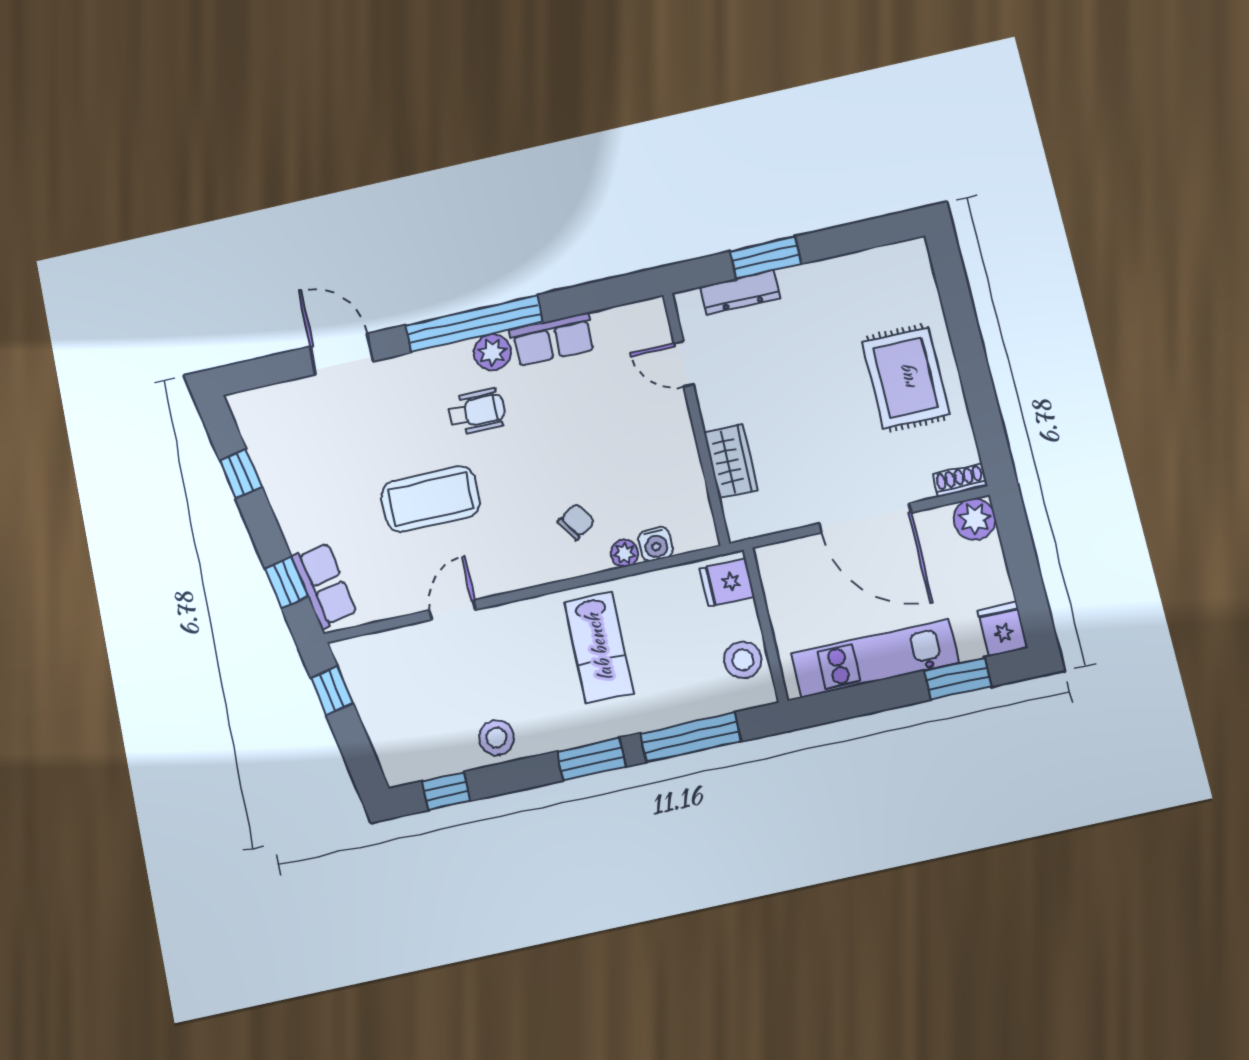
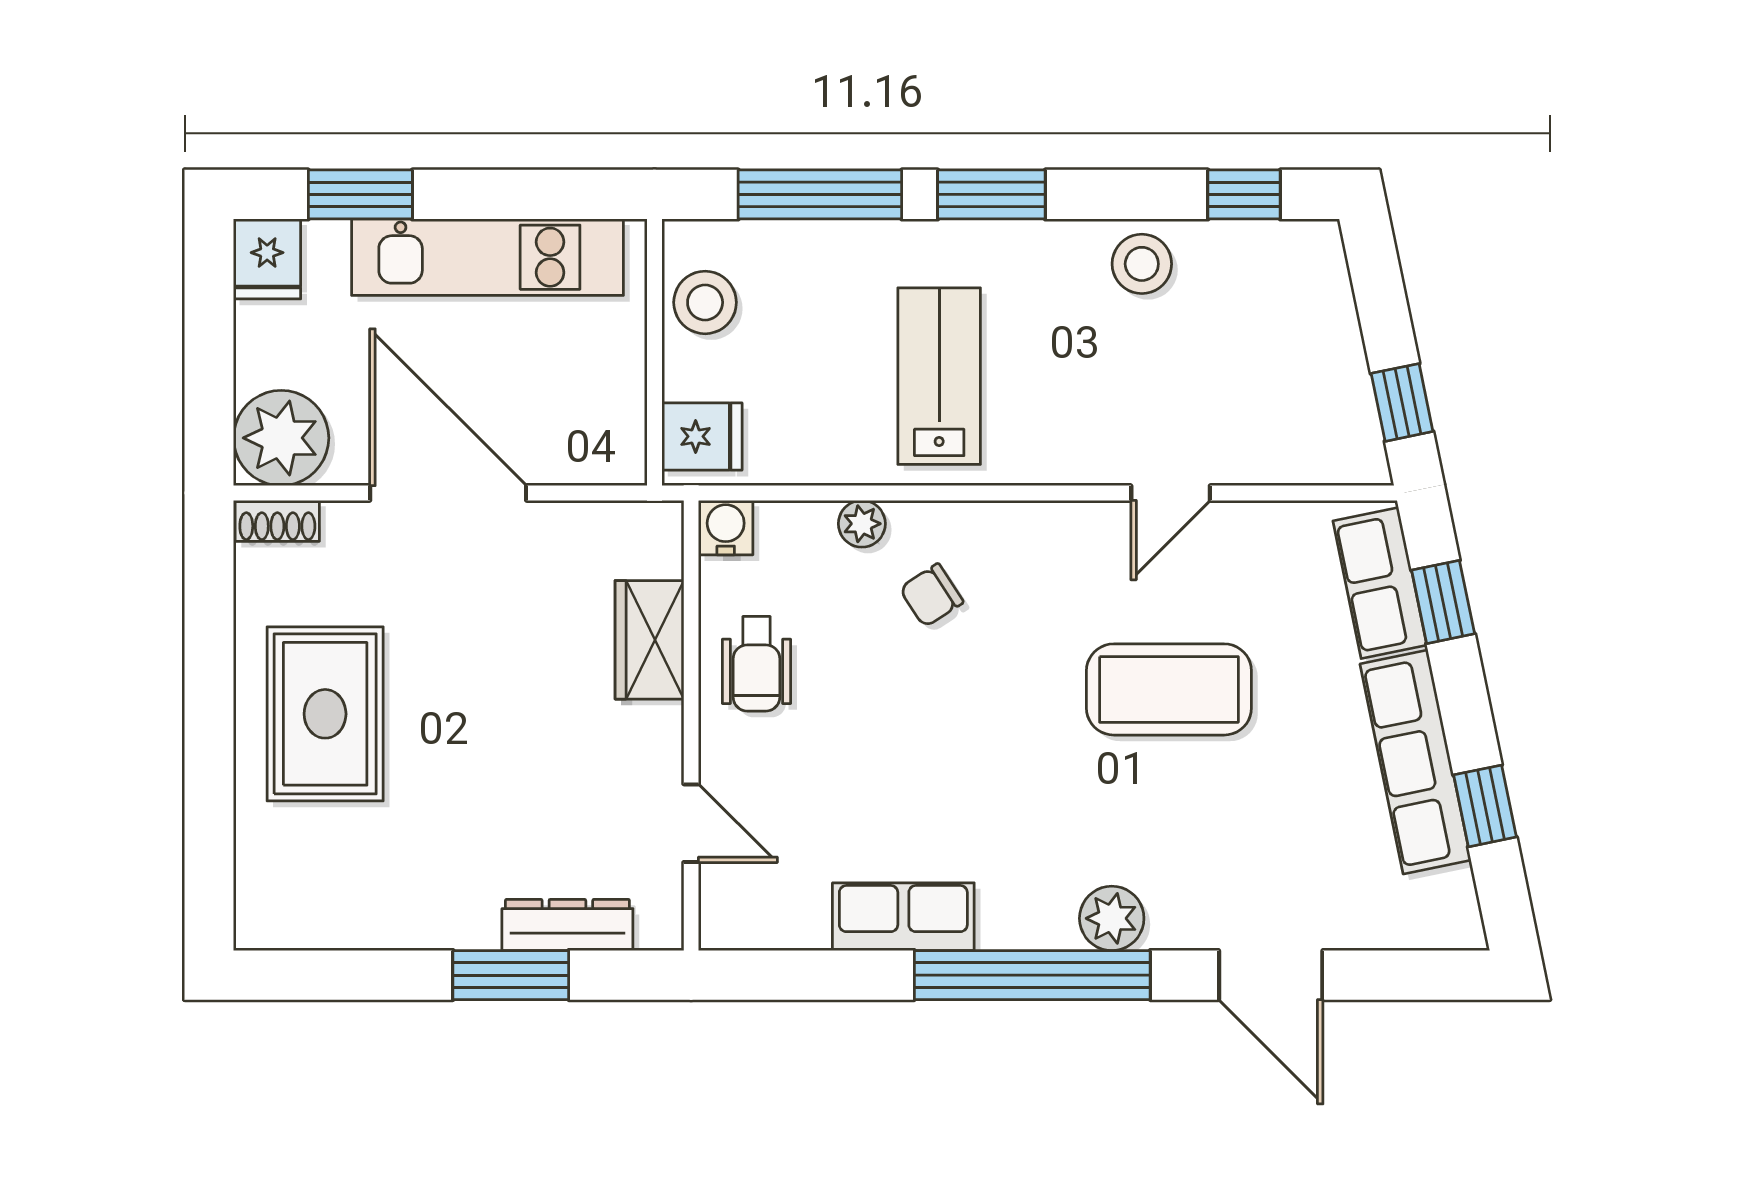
plant: (492, 352) -> (1112, 918), moved
wheelchair: (477, 412) -> (756, 664), moved, turned -90
row of seats: (284, 490) -> (1416, 762), added
plant: (975, 519) -> (281, 438), width x1.36, depth x1.36
water cooler: (656, 544) -> (726, 528), moved

